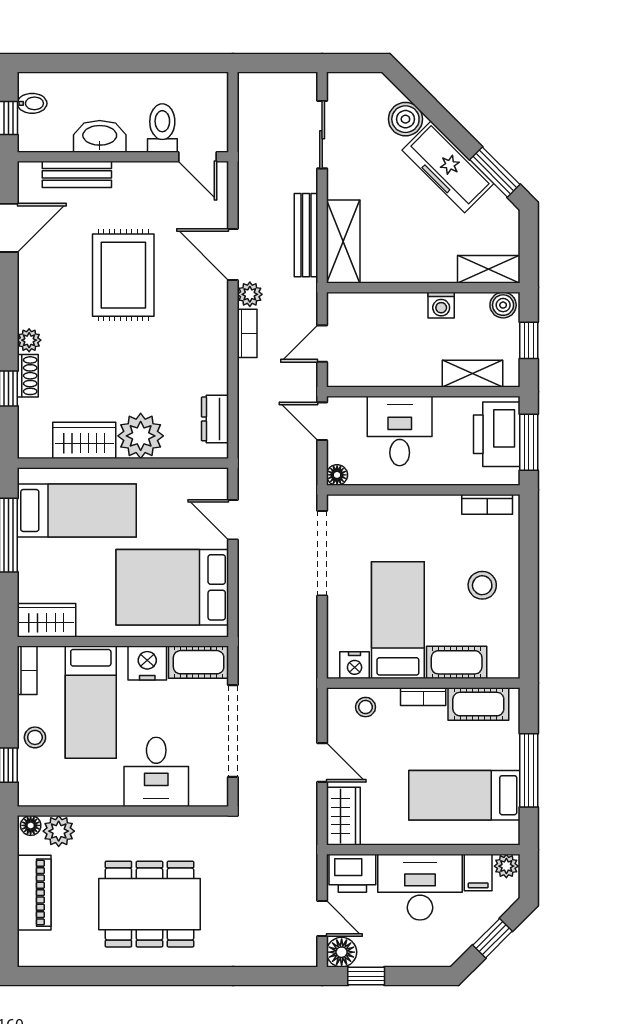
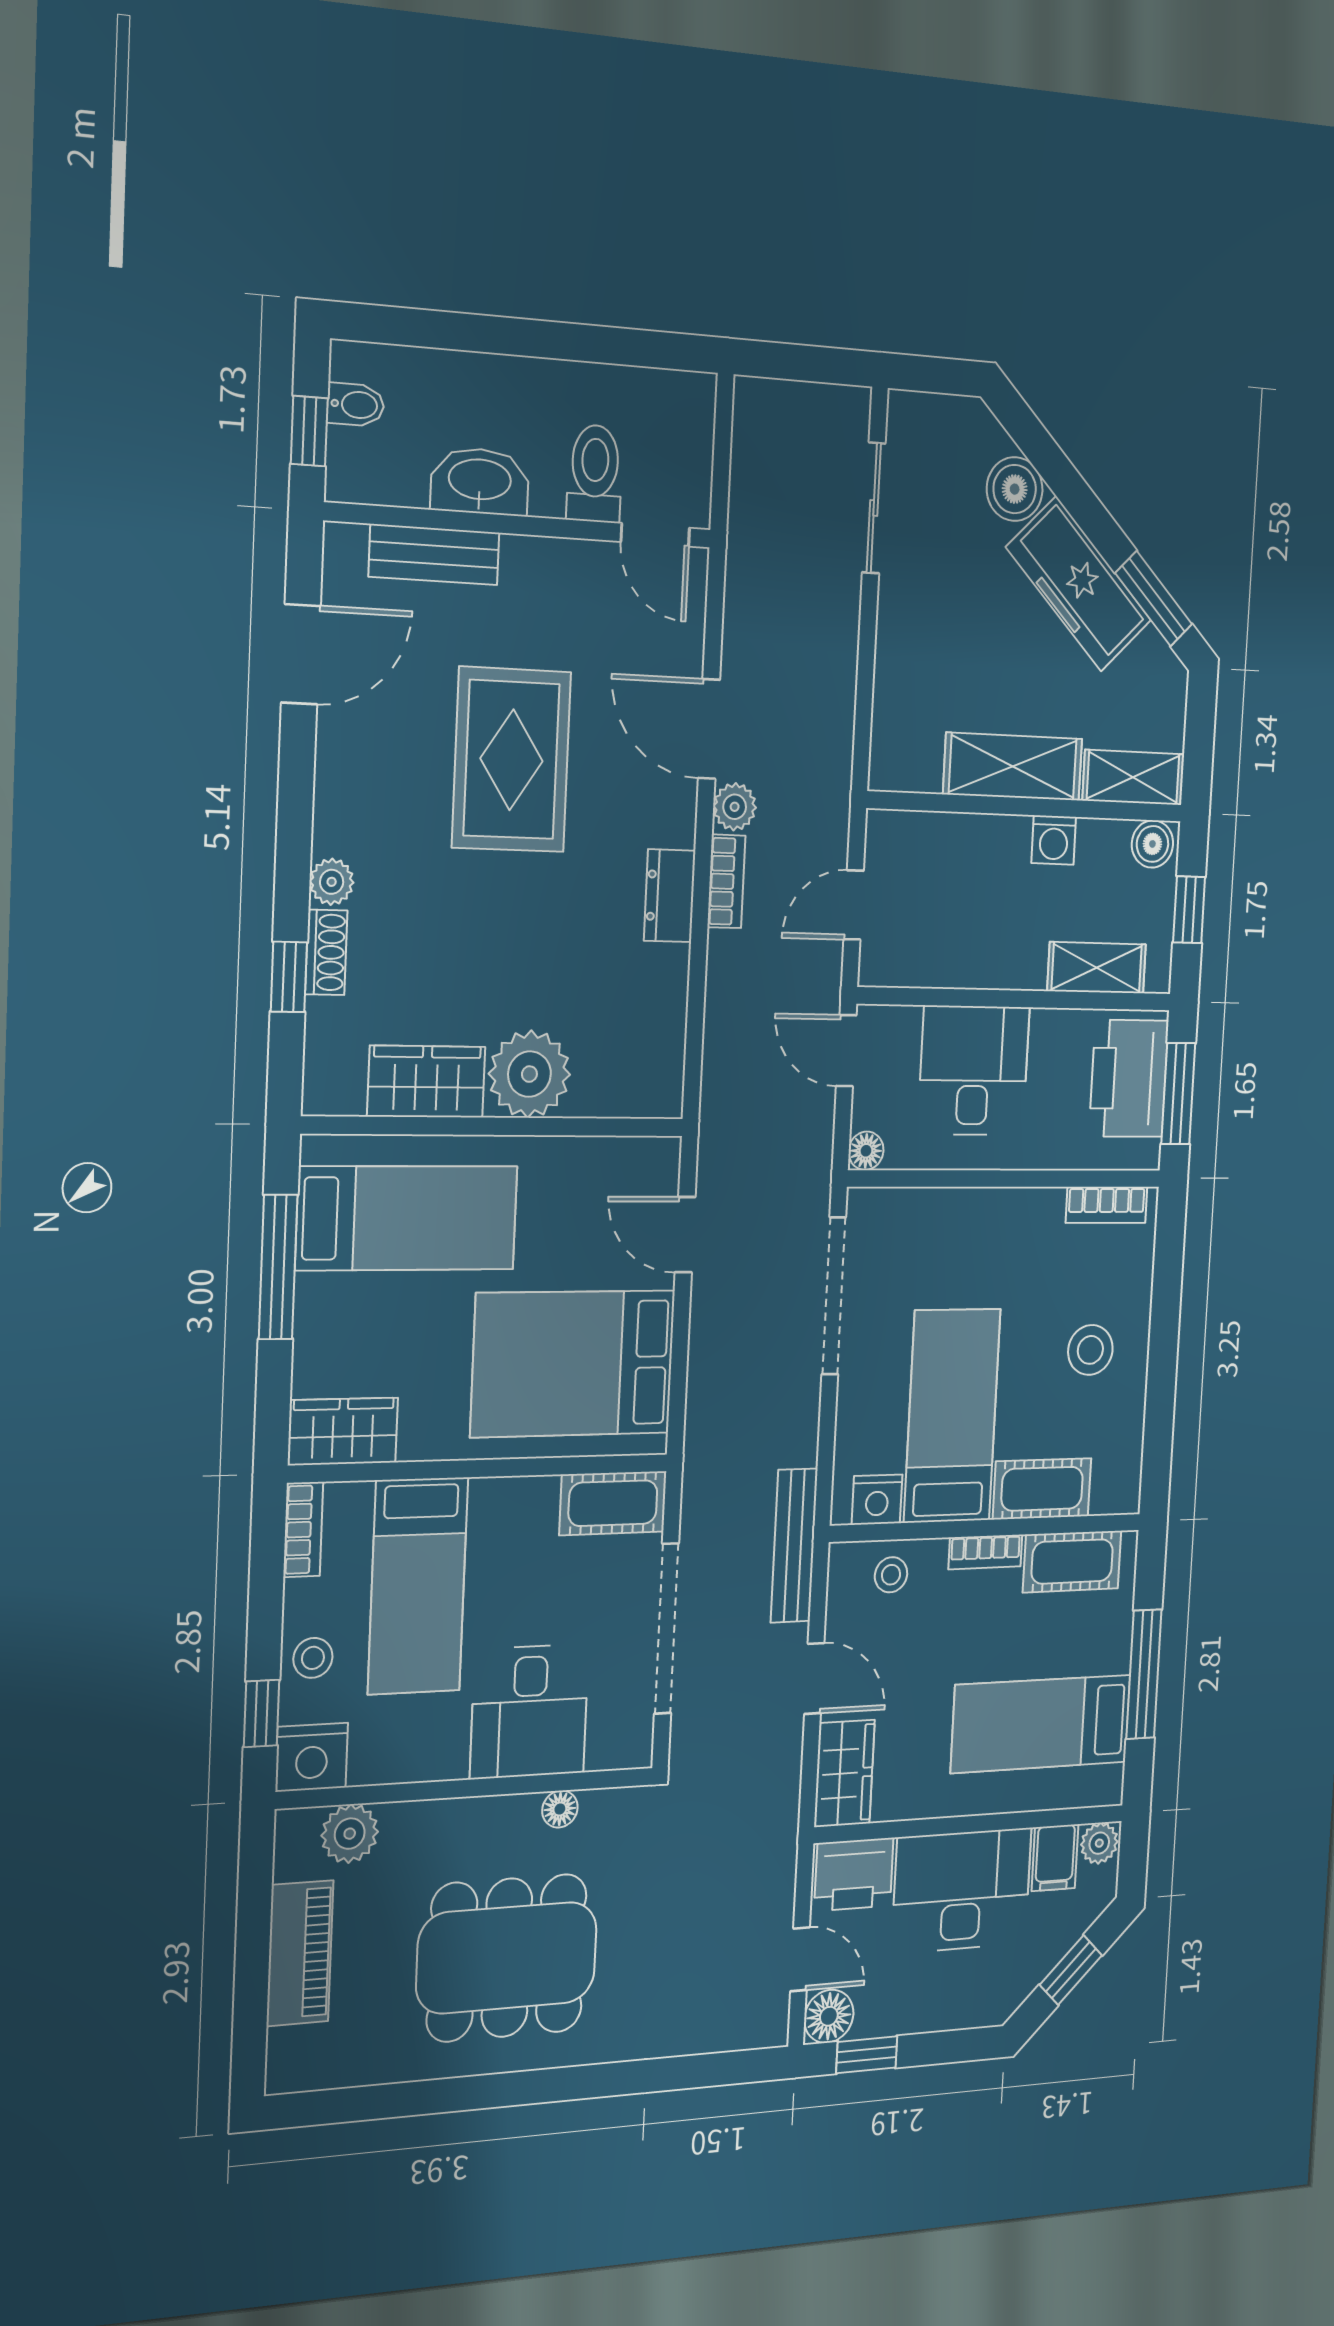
bench: (306, 235) -> (794, 1546), moved
shelving: (343, 242) -> (1013, 767), moved, turned 90
dresser: (215, 419) -> (670, 896), moved
nightstand: (147, 663) -> (312, 1757), moved, turned 180
floor lamp: (31, 825) -> (560, 1809), moved

